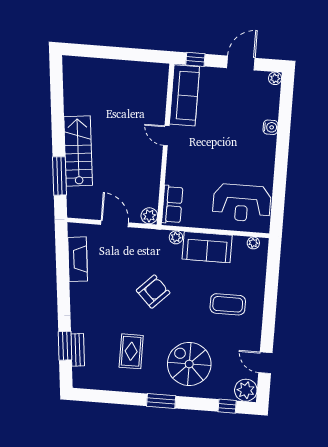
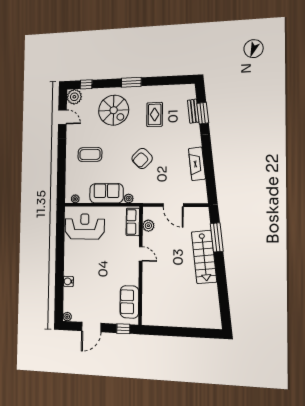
sofa: (184, 95) -> (129, 302), width x0.73
door: (166, 136) -> (141, 254), moved
plant: (149, 216) -> (148, 226), moved
fireplace: (78, 259) -> (197, 164), moved

